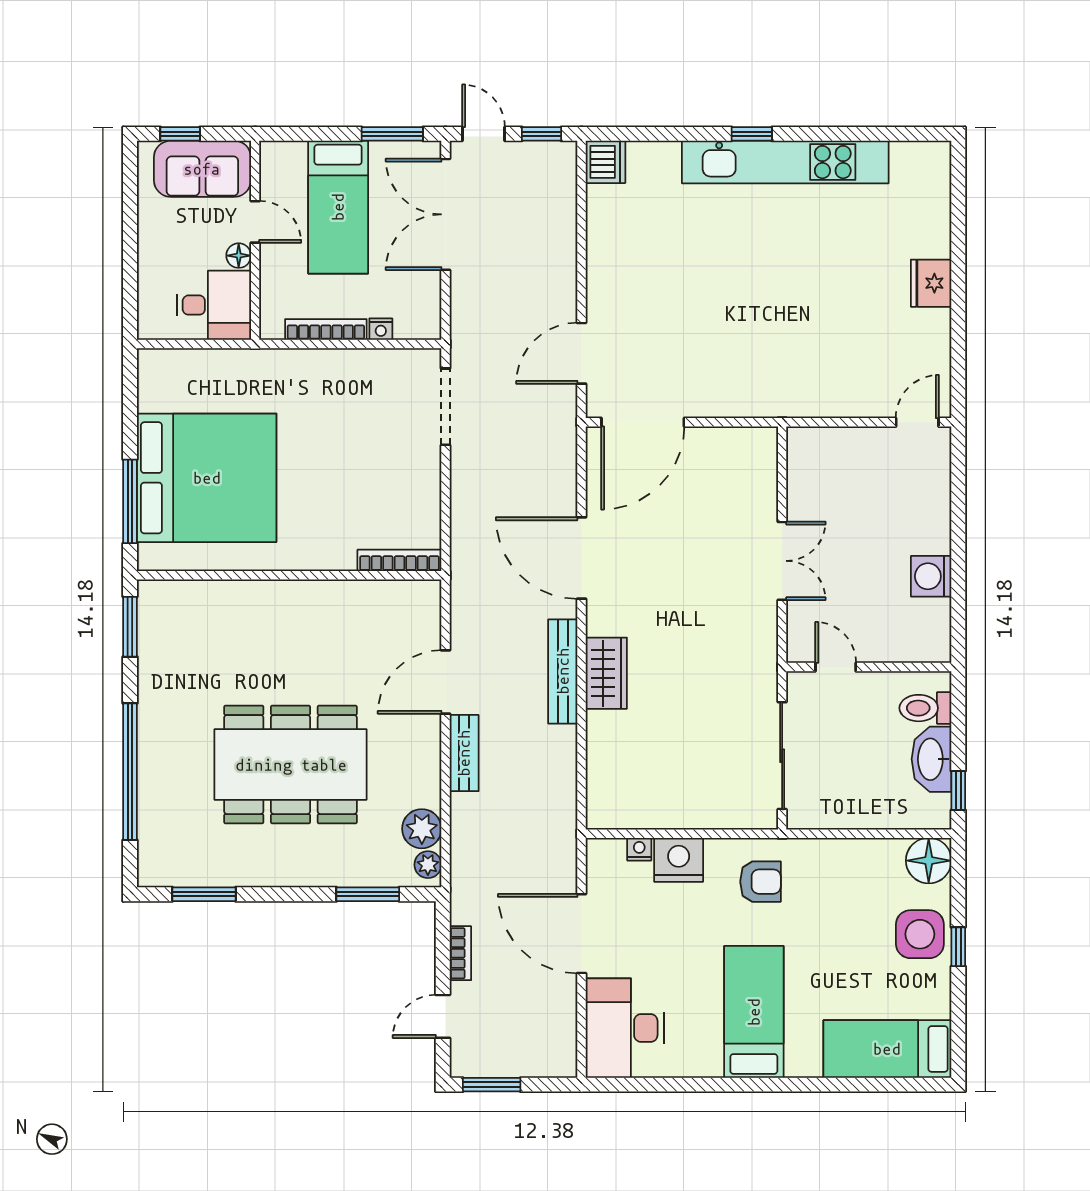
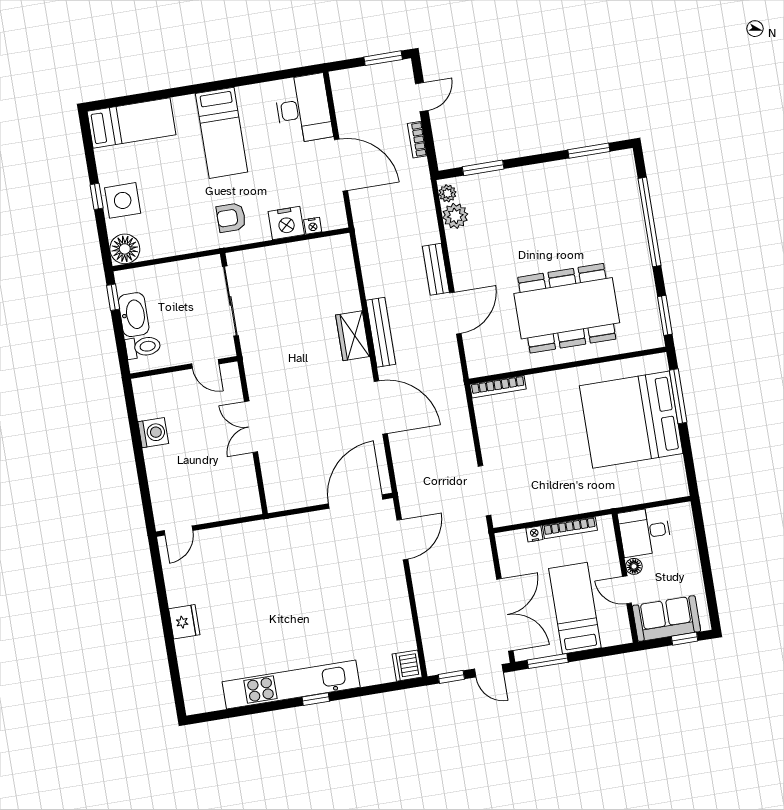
dining table: (291, 765) -> (567, 308), moved

